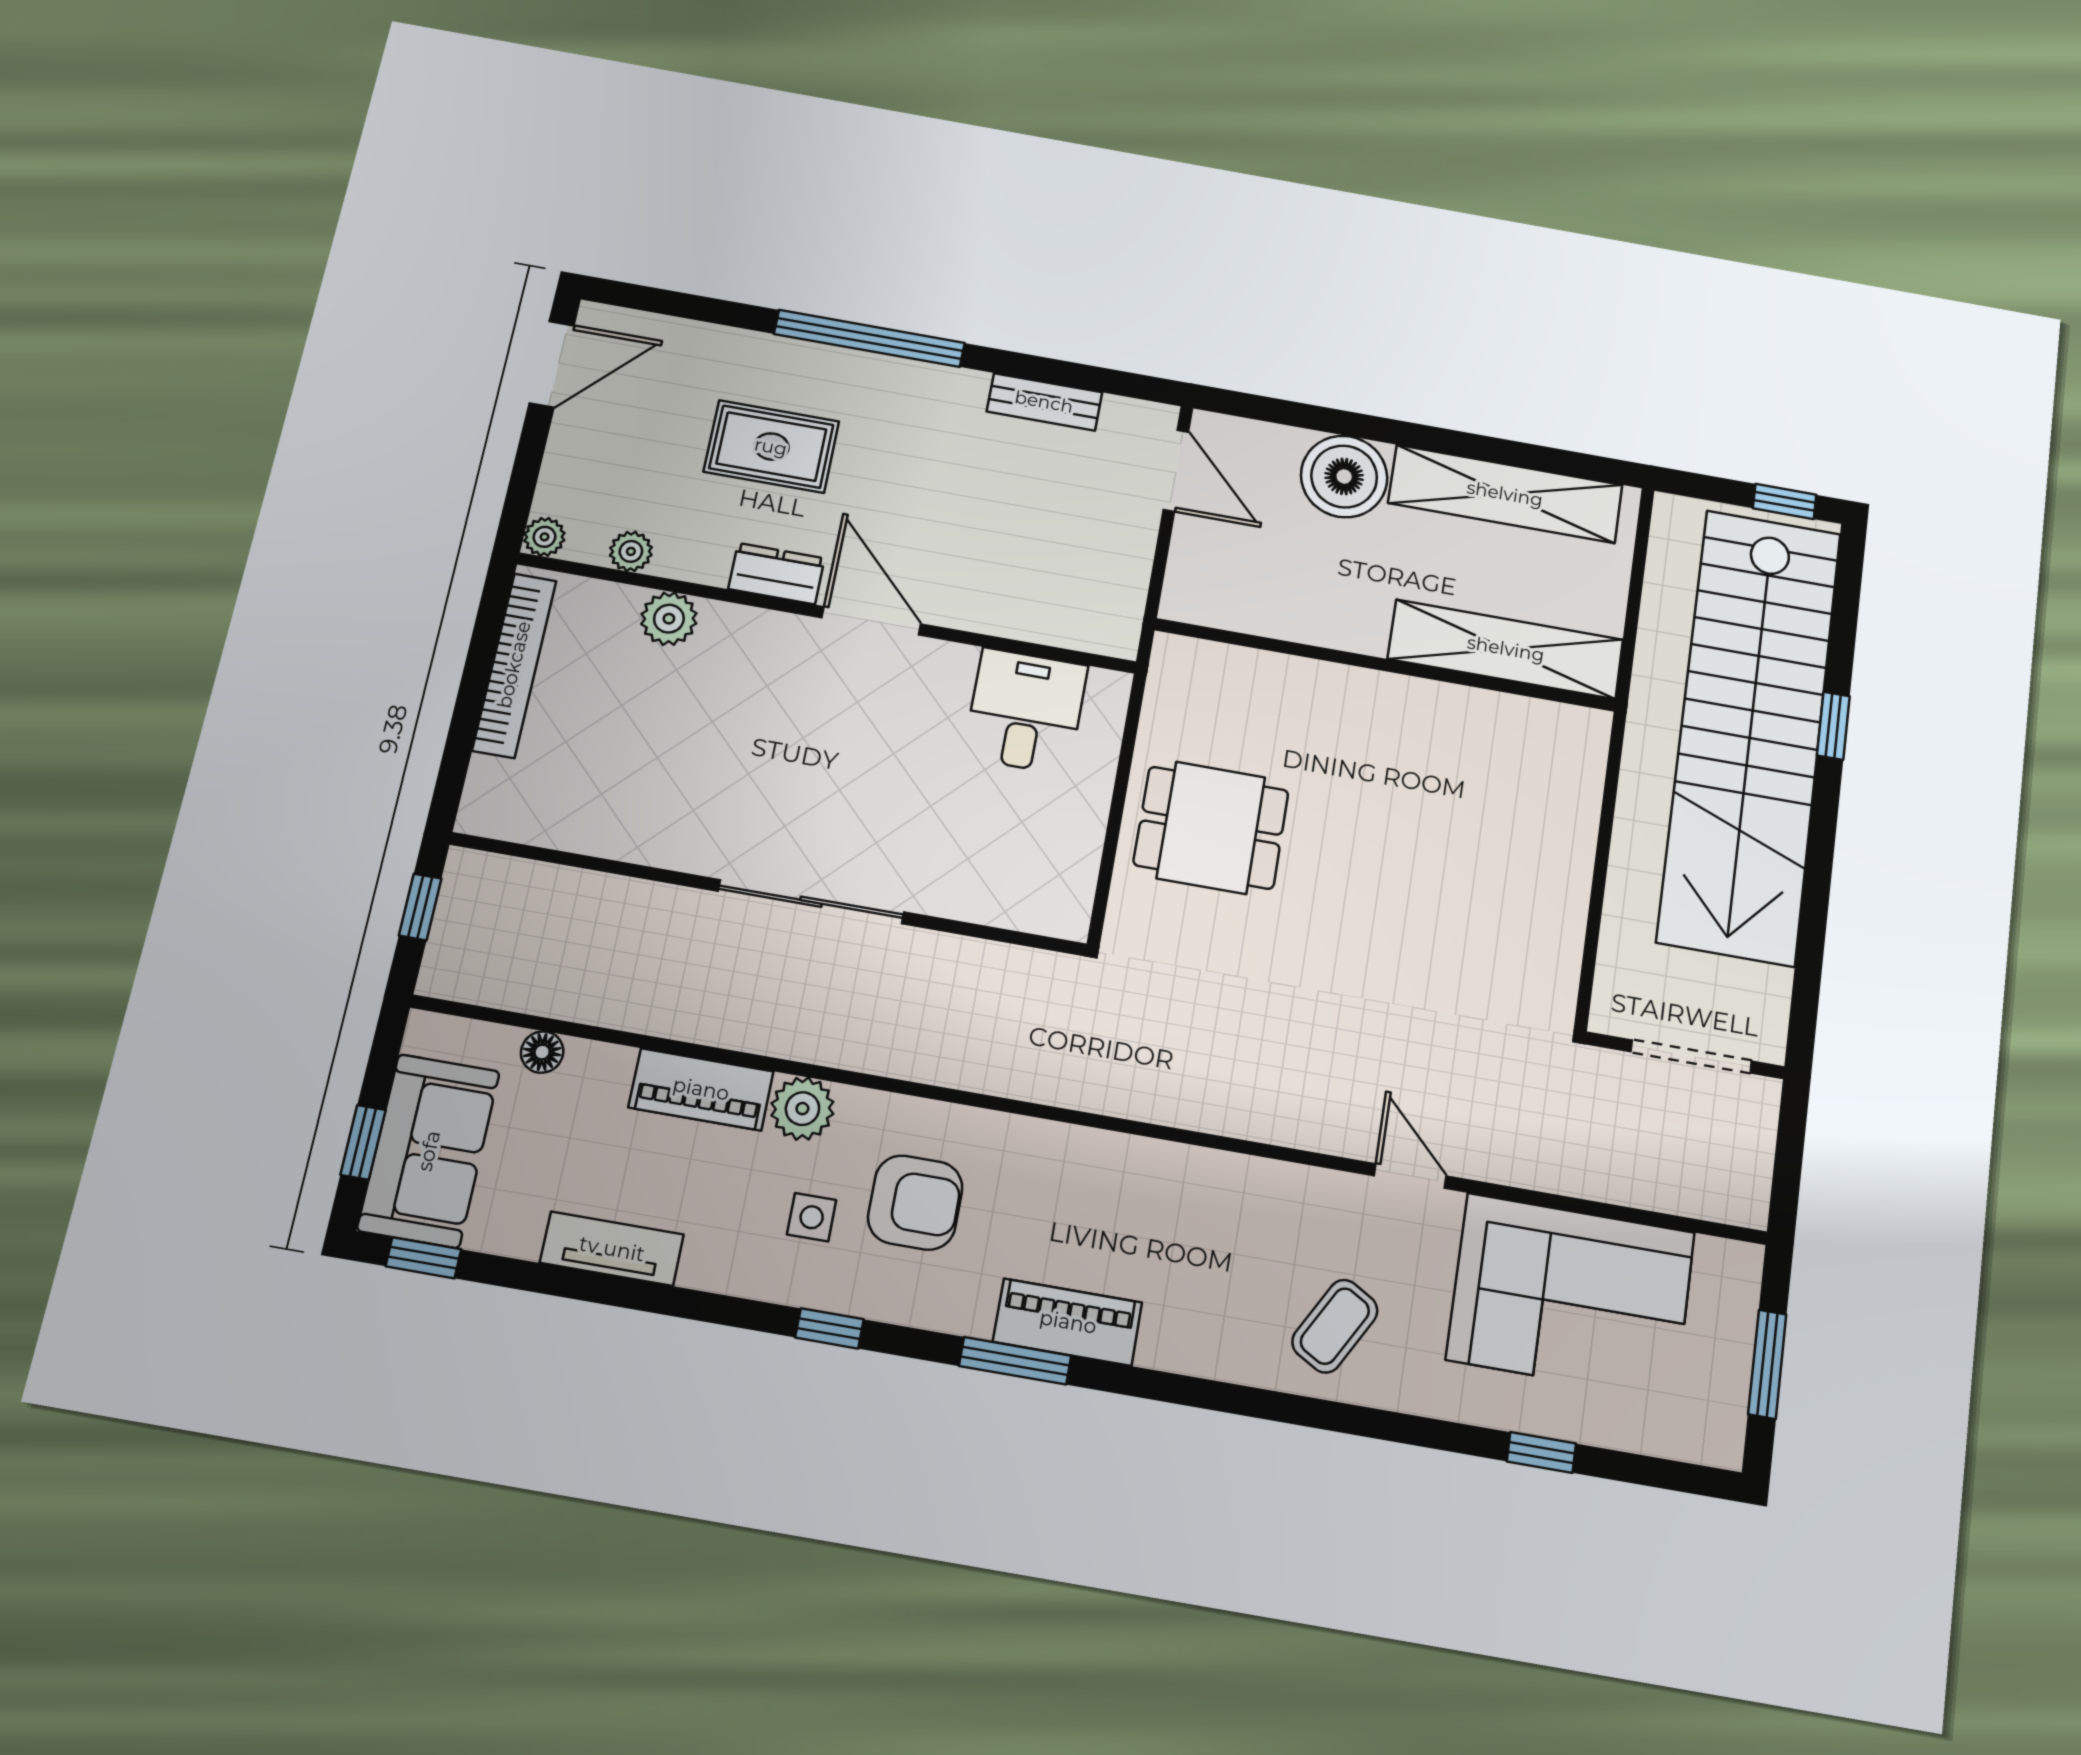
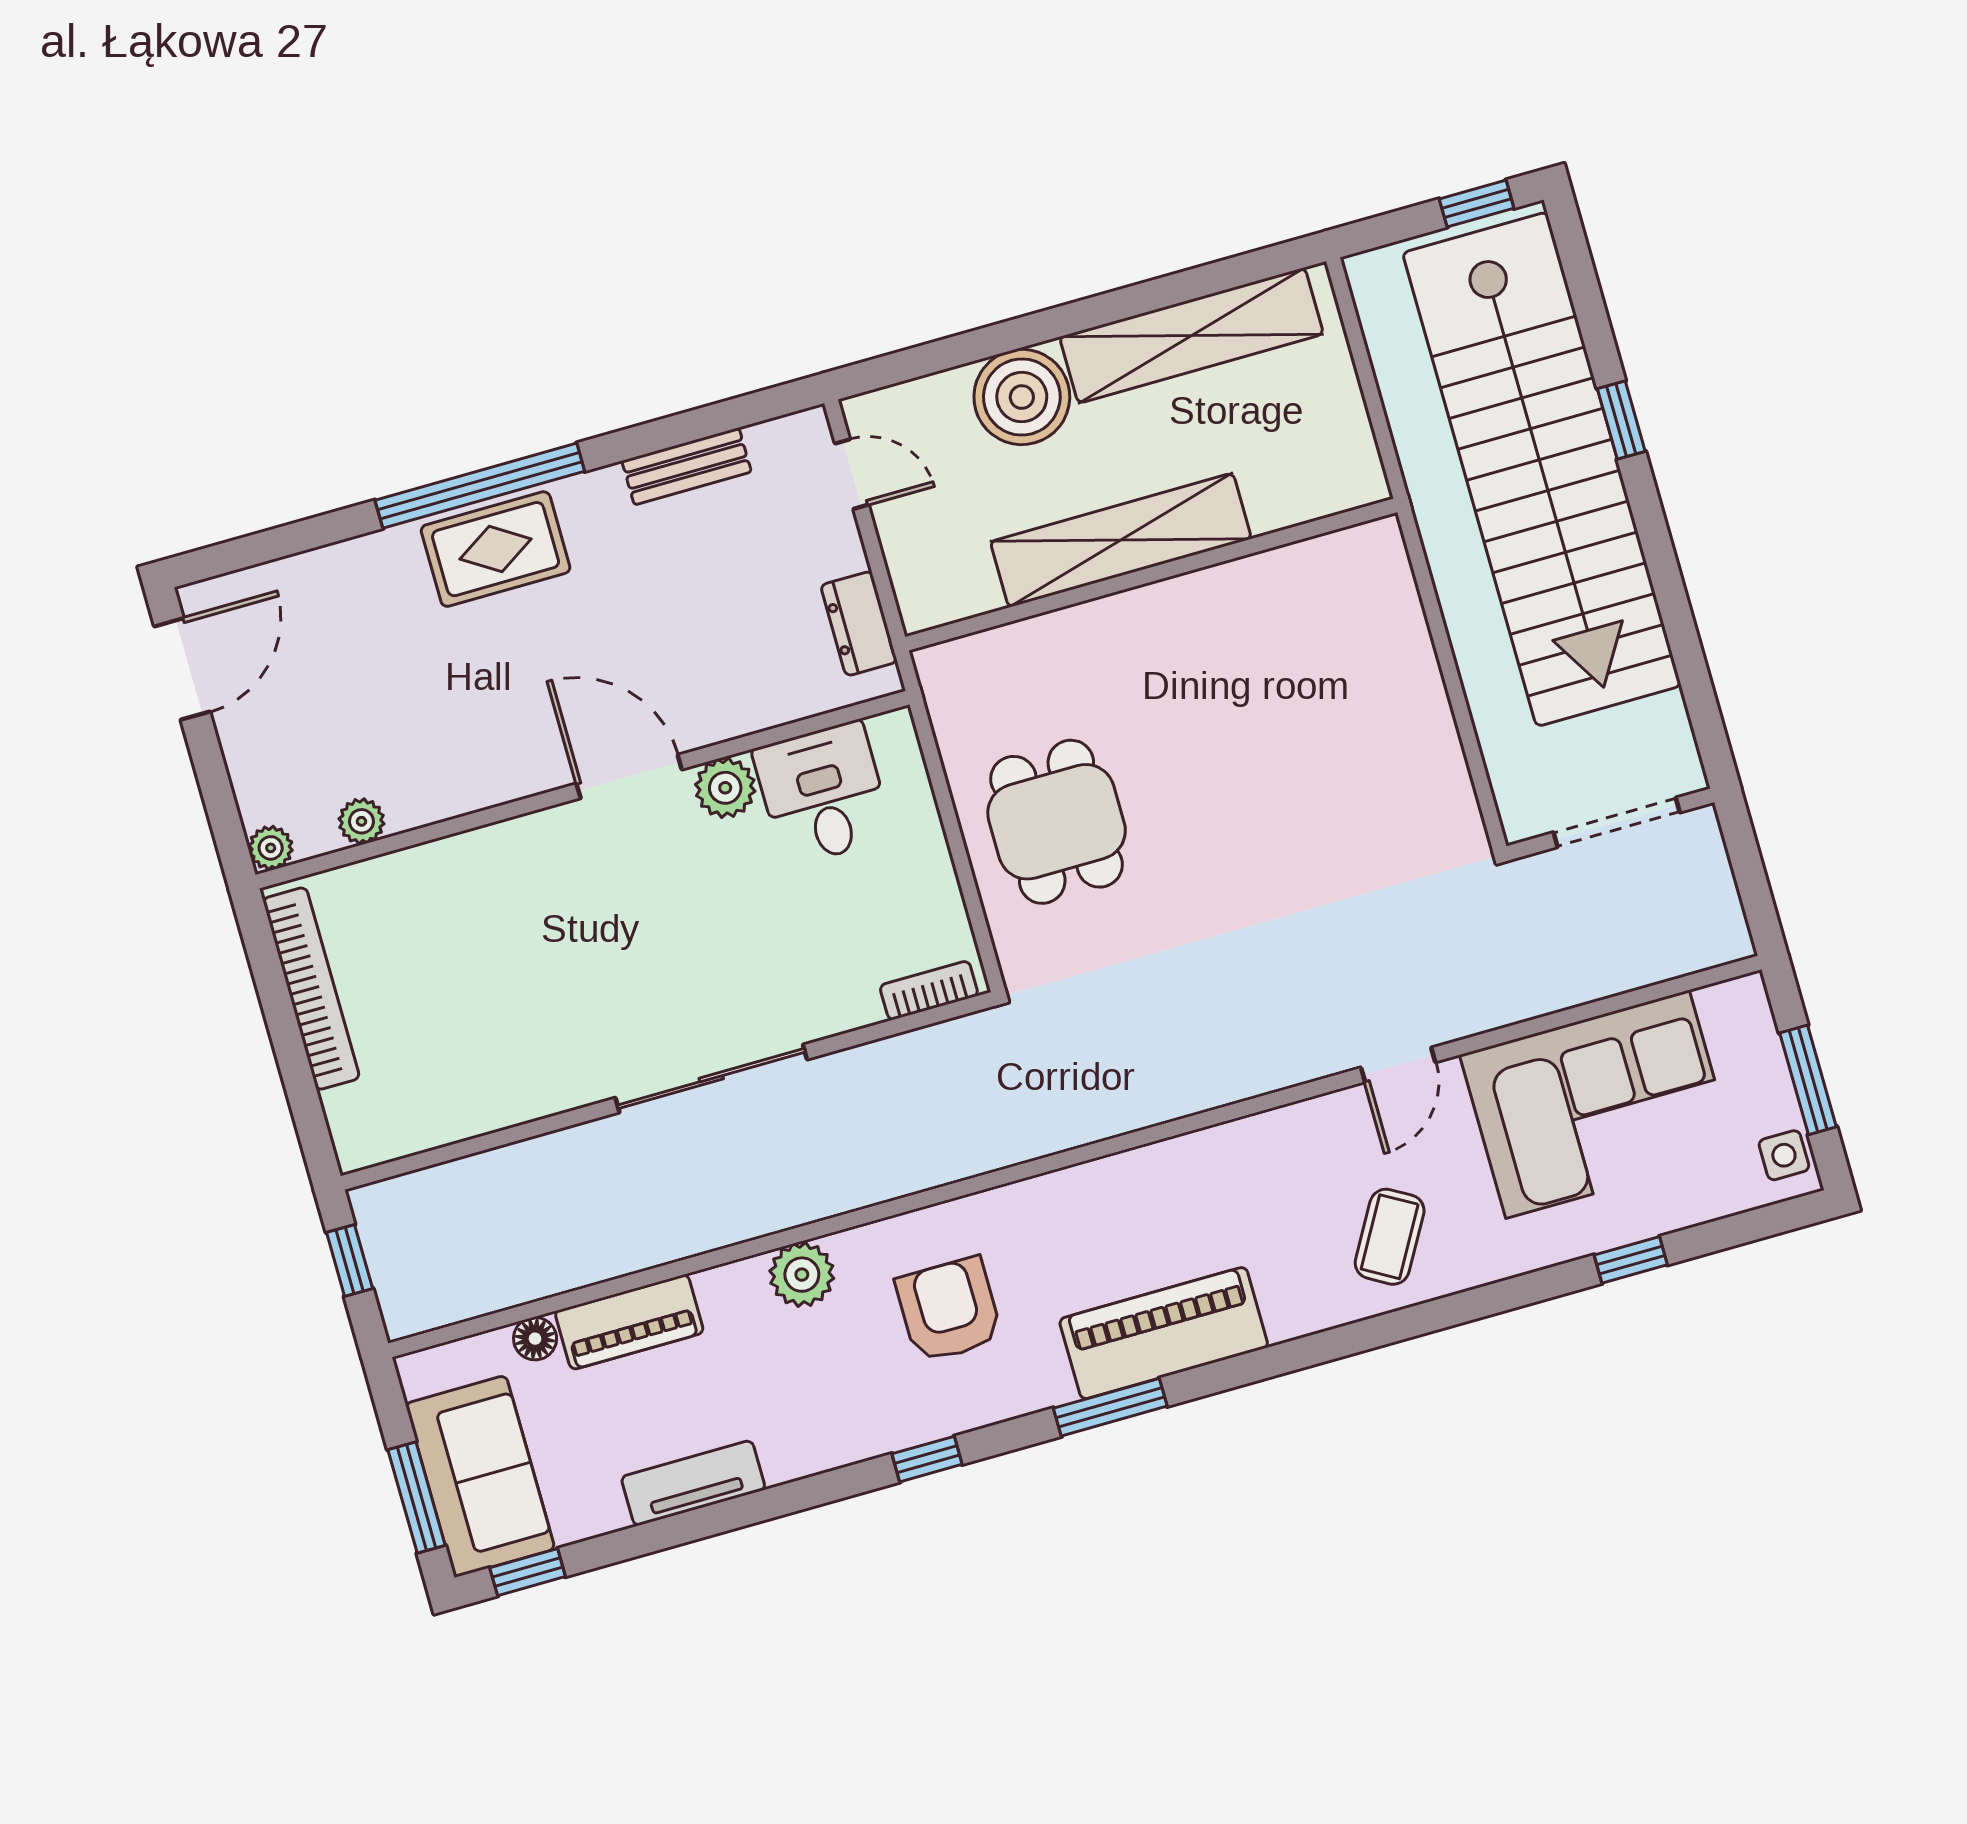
rug: (771, 447) -> (496, 549), moved
door: (1176, 471) -> (852, 474), width x0.73
dresser: (777, 574) -> (859, 624), moved, turned -90
plant: (669, 619) -> (725, 788), moved
shelving: (1506, 649) -> (1121, 540), moved
dining table: (1211, 828) -> (1057, 822), turned 90
bookcase: (1034, 917) -> (929, 990), added
piano: (701, 1089) -> (629, 1322), moved
window: (363, 1142) -> (417, 1498), width x1.50
door: (1410, 1176) -> (1398, 1065), swing flipped
armchair: (915, 1203) -> (949, 1310), turned -90
side table: (812, 1217) -> (1784, 1155), moved
piano: (1068, 1322) -> (1164, 1333), width x1.37, depth x1.33

